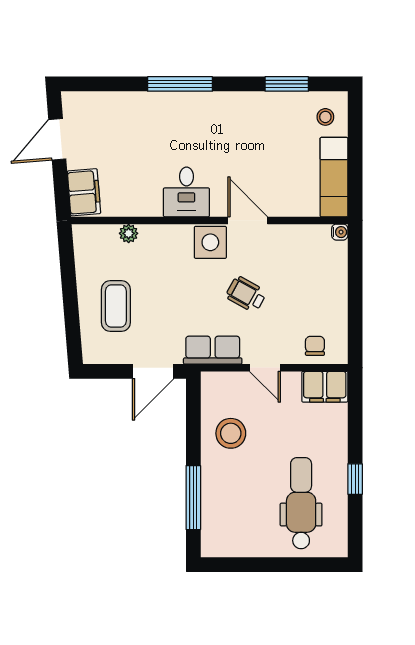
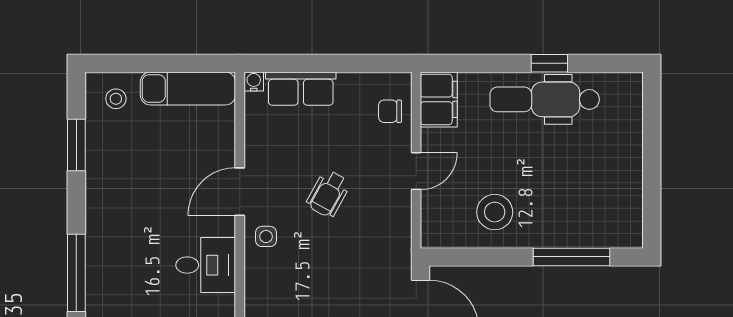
side table: (210, 242) -> (266, 236), width x0.54, depth x0.54
row of seats: (213, 350) -> (301, 89), moved, turned -90
dental chair: (301, 503) -> (545, 99), moved

